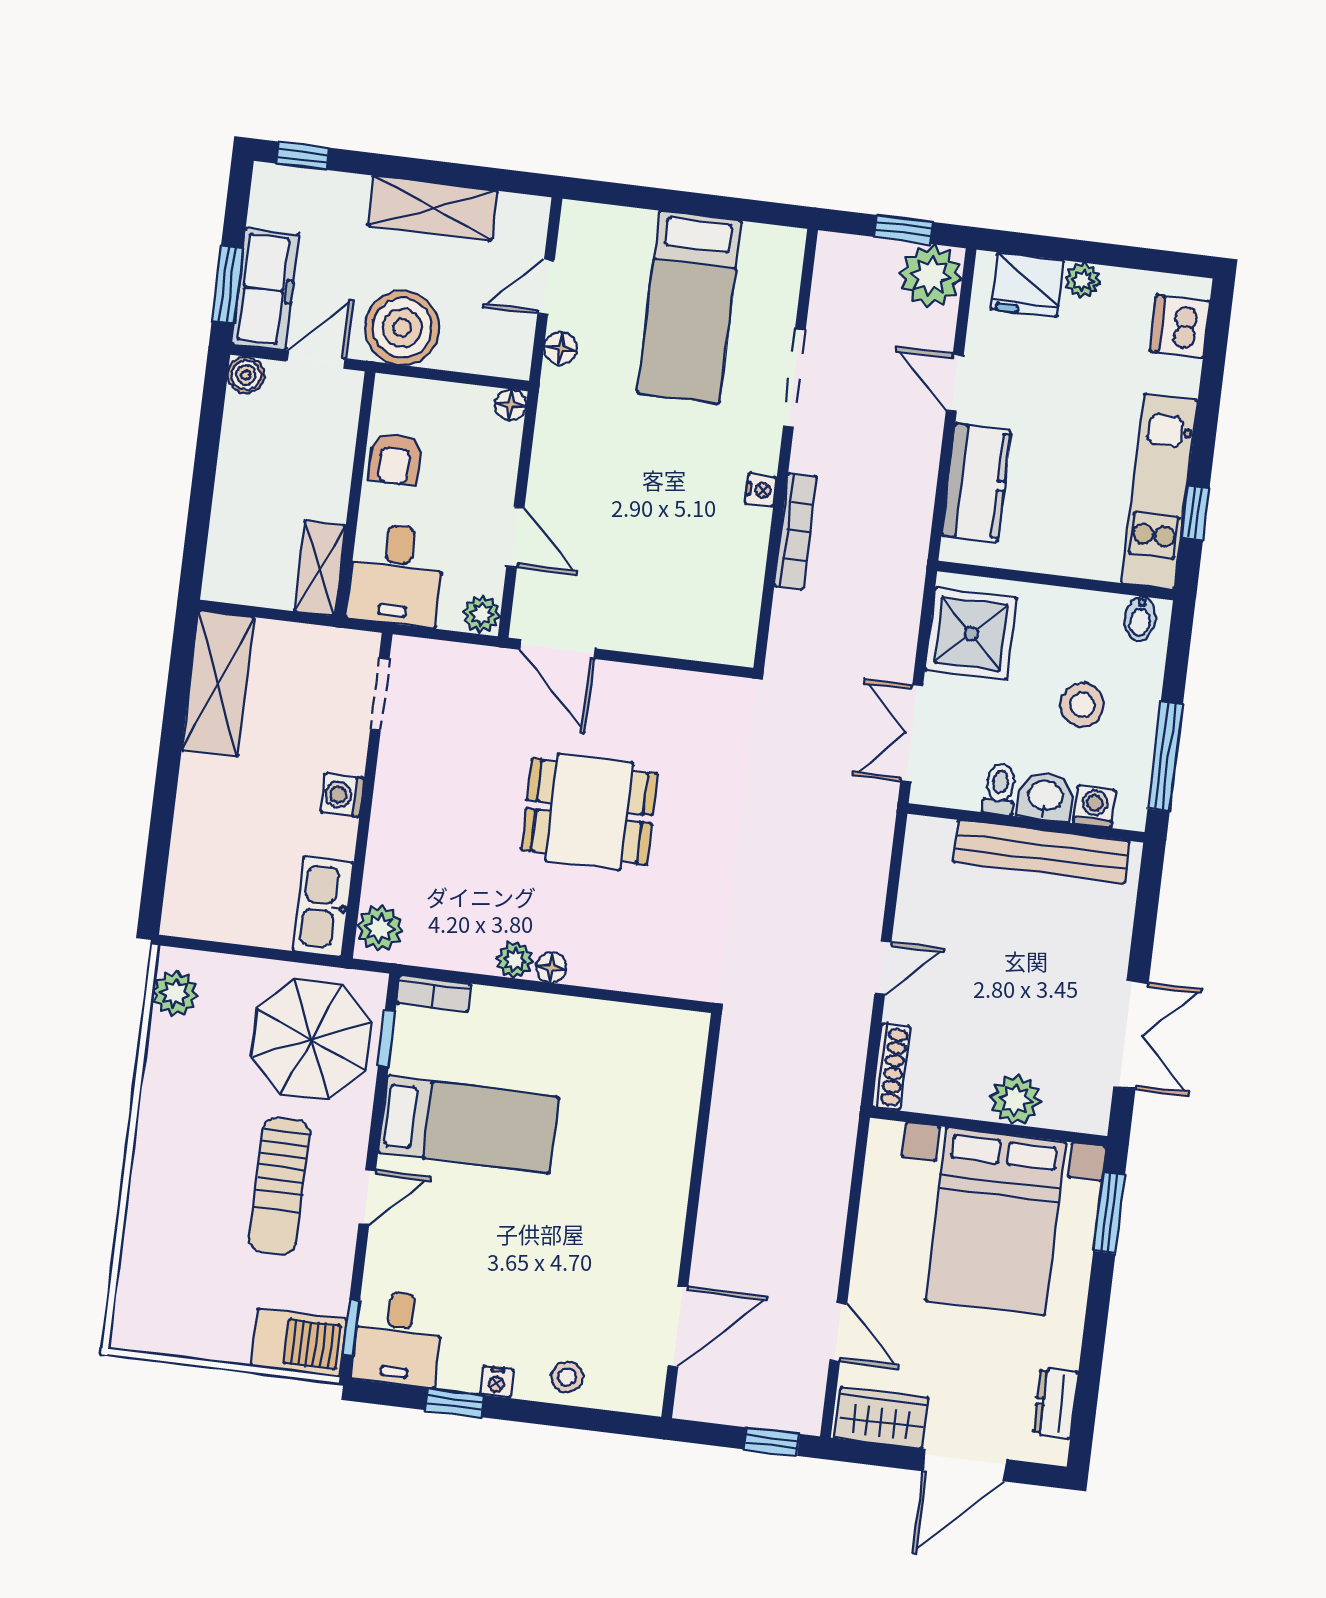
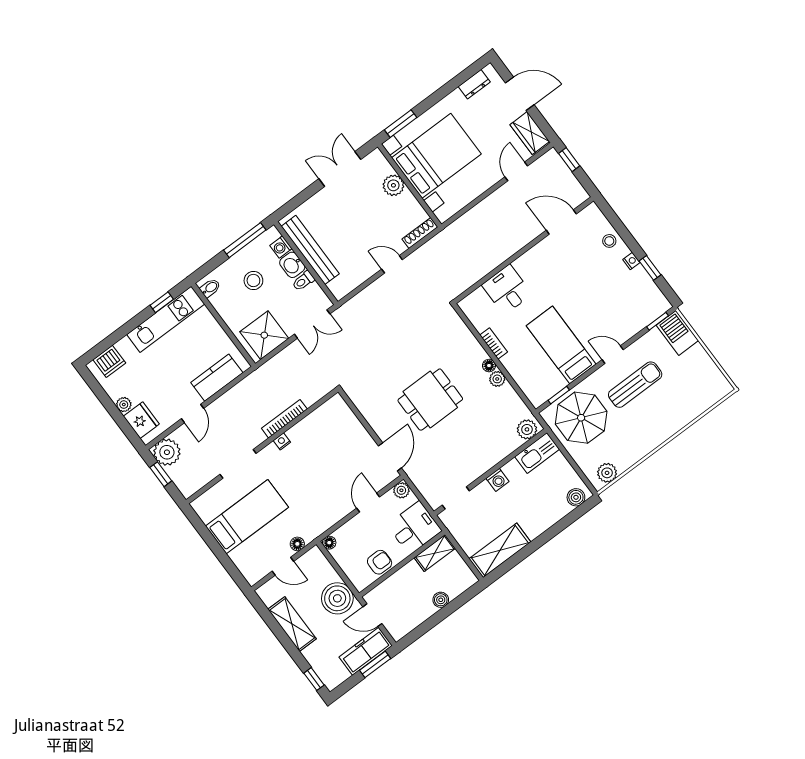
boiler: (246, 375) -> (441, 600), moved
dining table: (589, 812) -> (430, 400), turned 90
boiler: (184, 900) -> (576, 497), added
bookcase: (434, 994) -> (494, 343), moved
desk: (398, 1339) -> (507, 290), moved, turned -90

